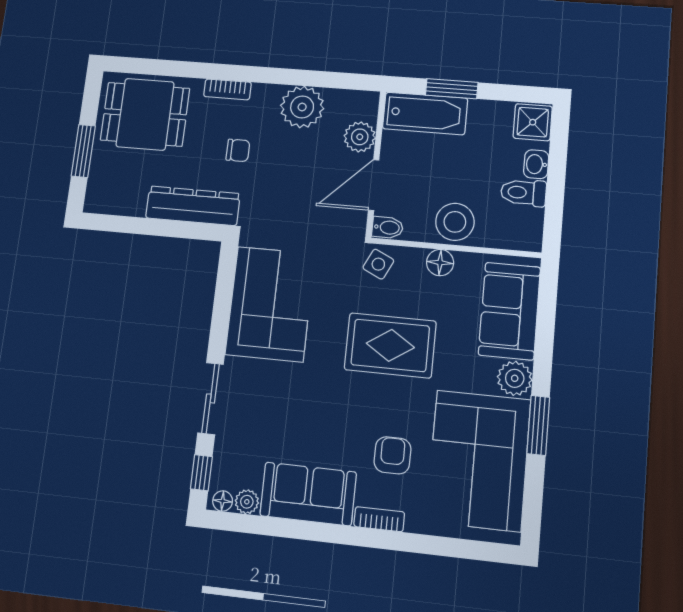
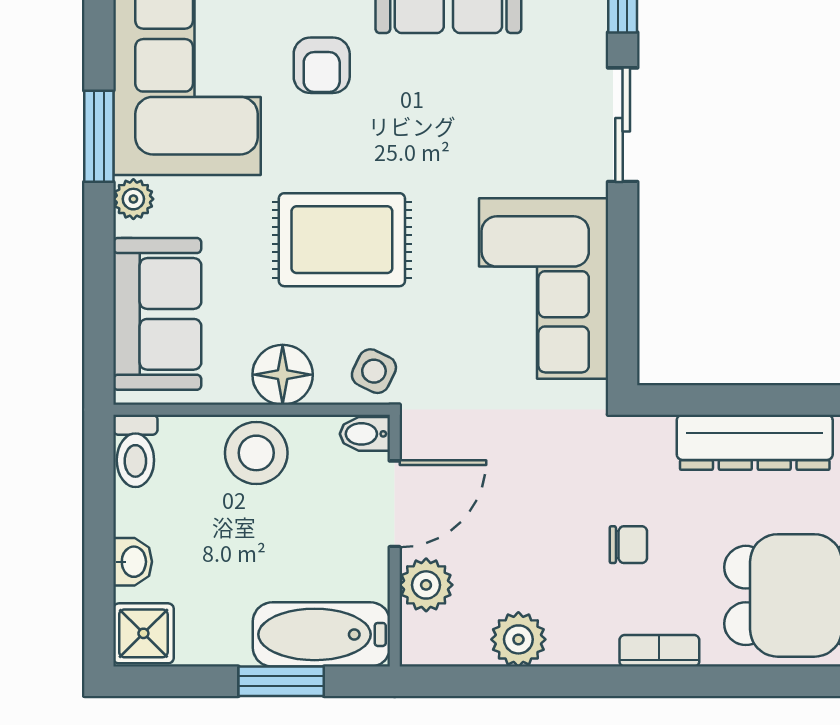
plant: (302, 107) -> (518, 639), width x0.73, depth x0.73
chair: (238, 150) -> (628, 545), turned 180
toilet: (523, 193) -> (135, 451), moved, turned 90
dresser: (193, 206) -> (755, 442), moved
floor lamp: (440, 263) -> (283, 375), width x1.38, depth x1.38
plant: (515, 378) -> (133, 199), width x0.73, depth x0.73

